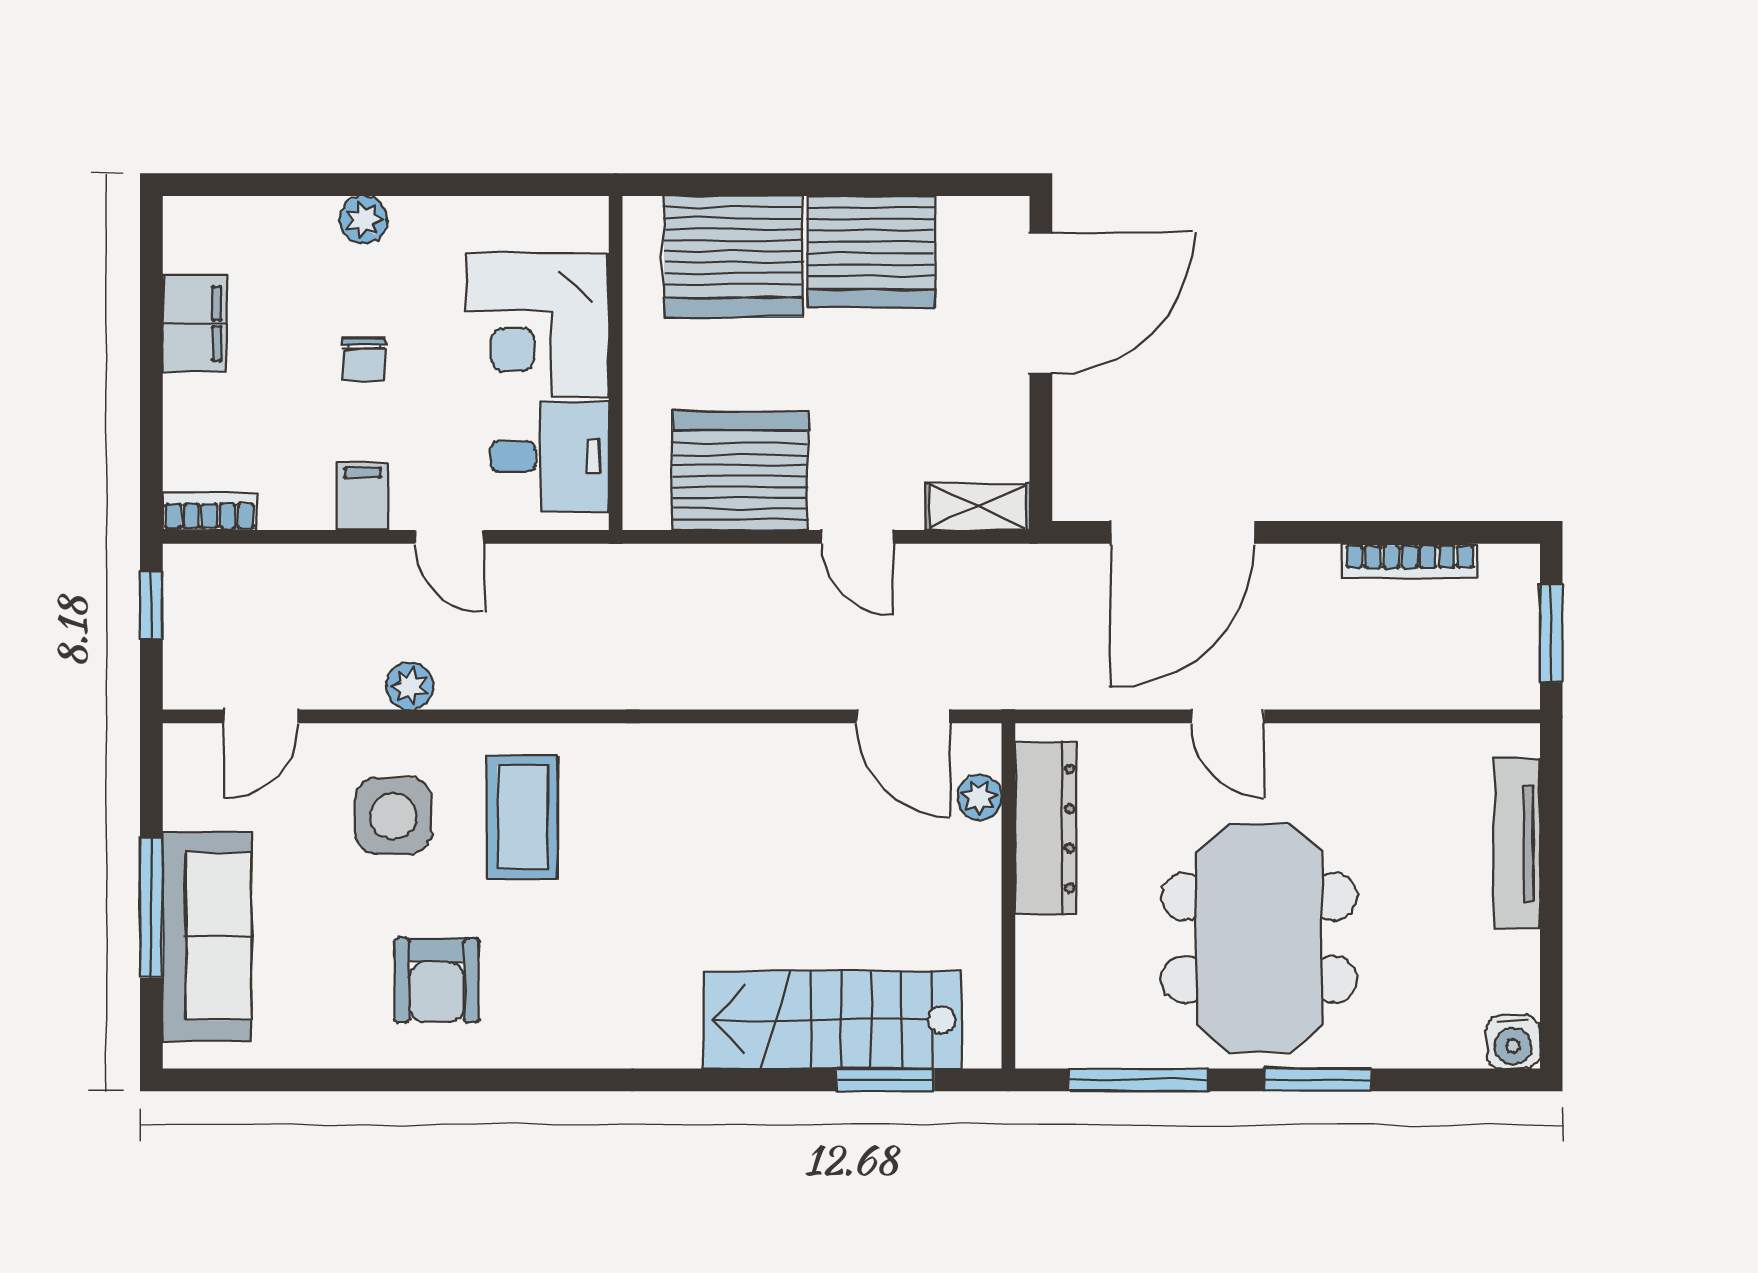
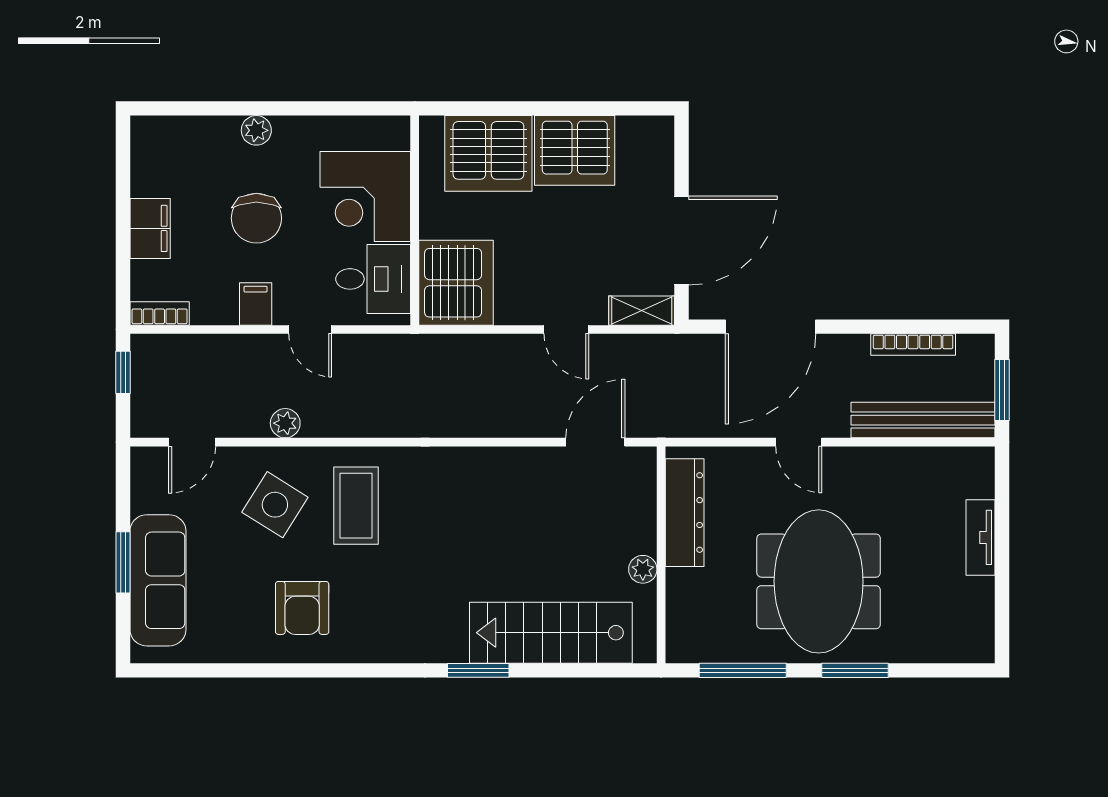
door: (1041, 303) -> (682, 241), moved
filing cabinet: (194, 323) -> (150, 228), moved
chair: (364, 360) -> (256, 218), width x1.87, depth x1.87
server rack: (740, 471) -> (456, 283), moved, turned 90
bench: (1425, 681) -> (923, 420), added
door: (904, 716) -> (595, 442), swing flipped
plant: (979, 797) -> (643, 569), moved
side table: (393, 816) -> (275, 505), turned 32
tv unit: (1517, 843) -> (980, 537), width x0.71
window: (151, 908) -> (123, 562), width x0.69
water cooler: (1513, 1042) -> (978, 646), removed
window: (885, 1080) -> (478, 670), moved

